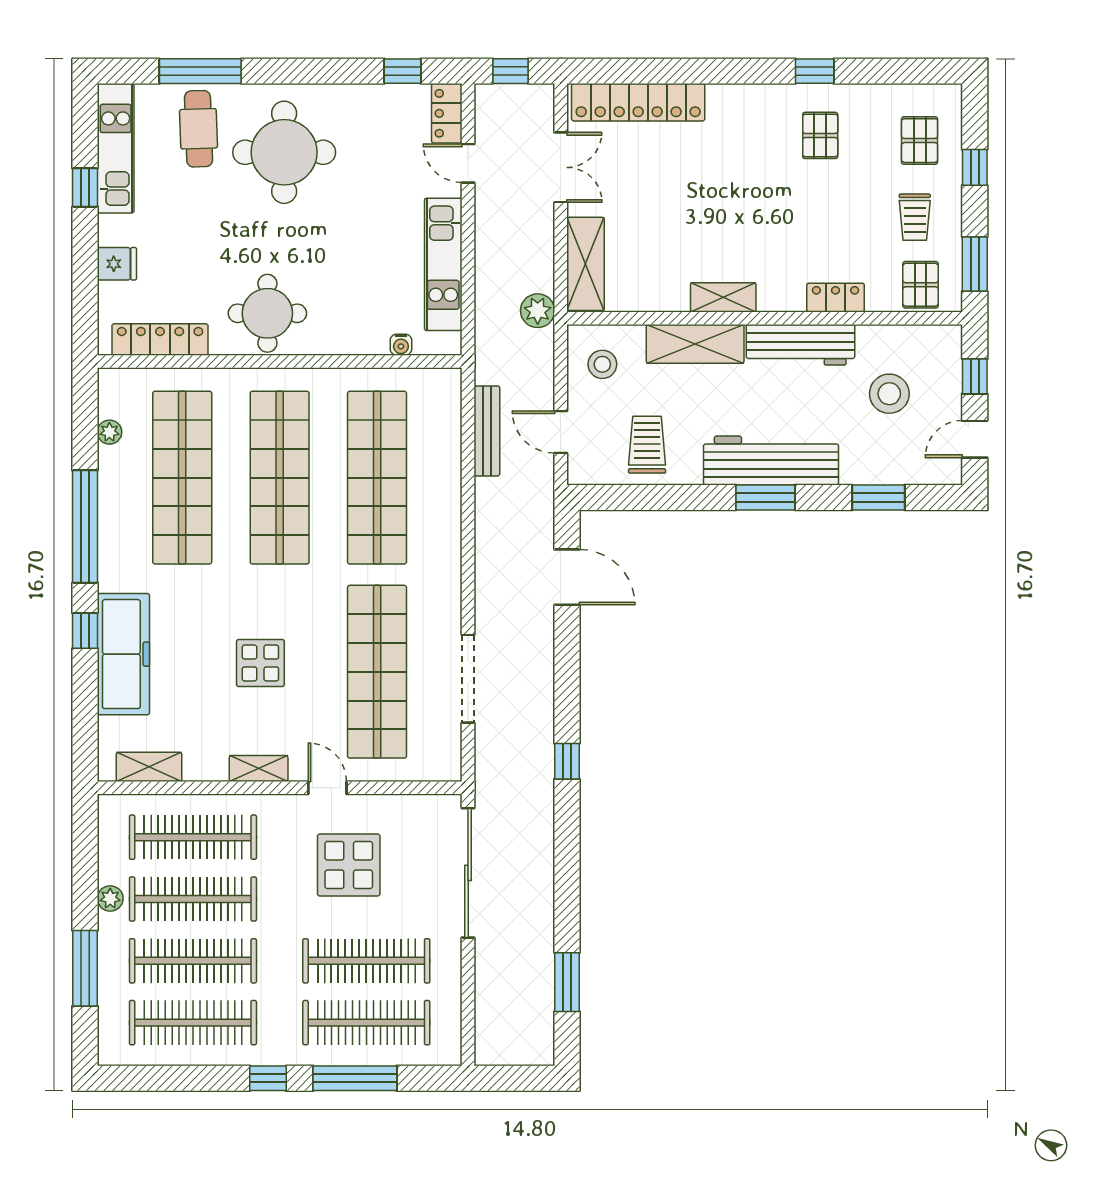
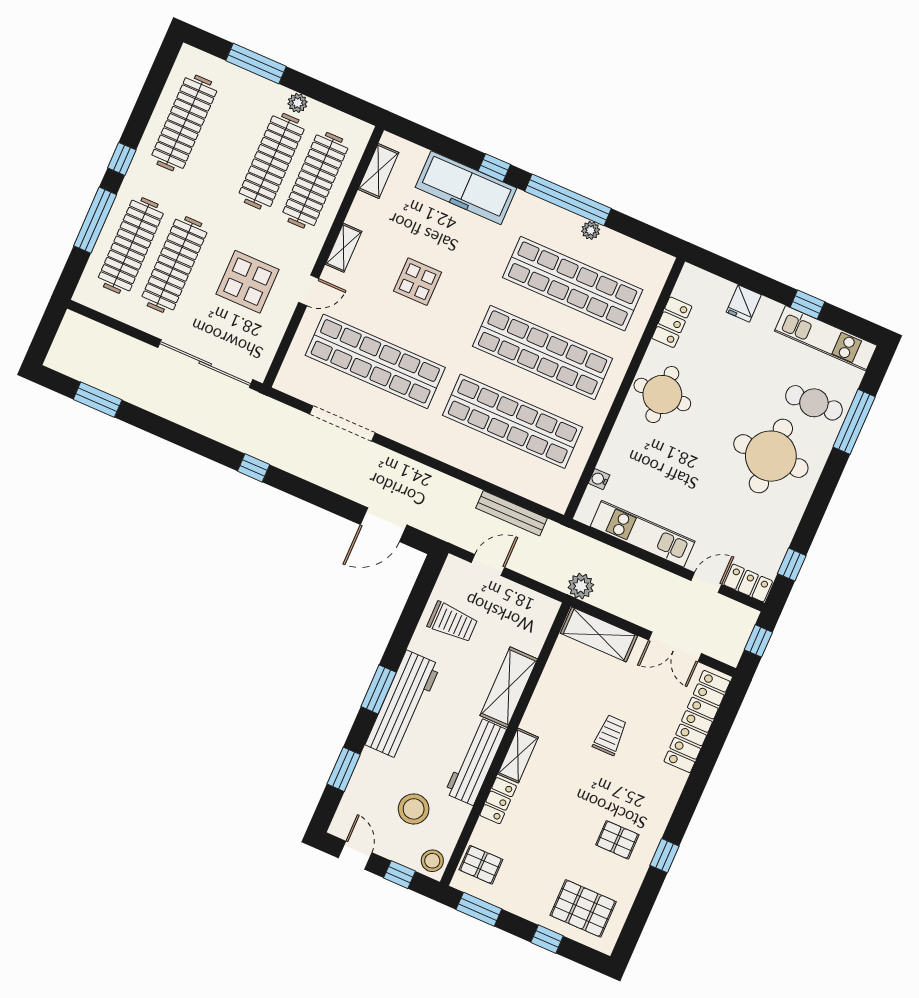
pallet: (920, 141) -> (583, 908), width x1.50, depth x1.42
trolley: (915, 217) -> (610, 735), moved, turned 90
shelving: (723, 297) -> (518, 756), moved
locker: (160, 339) -> (672, 322), width x0.66
stool: (602, 364) -> (432, 861), moved
plant: (109, 432) -> (591, 230), moved
clothes rail: (193, 961) -> (228, 142), removed

